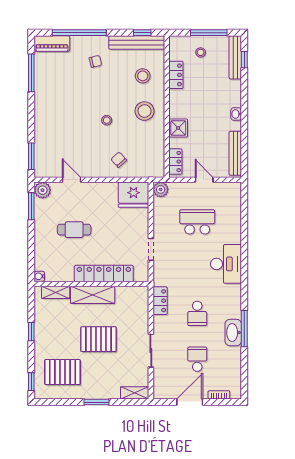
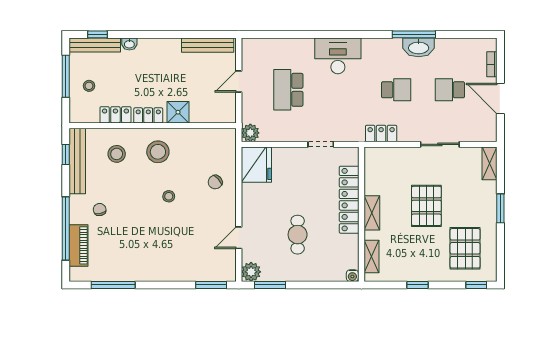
piano: (52, 43) -> (78, 245), moved
washbasin: (236, 114) -> (129, 44), moved
locker: (175, 162) -> (148, 115), moved
shelving: (93, 295) -> (372, 213), width x0.67, depth x0.75

